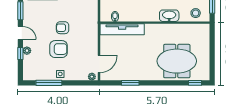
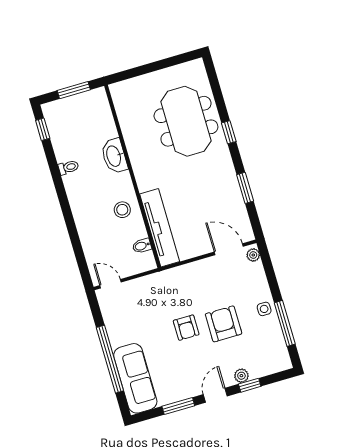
stool: (196, 13) -> (122, 210), moved
window: (195, 83) -> (229, 132), moved

